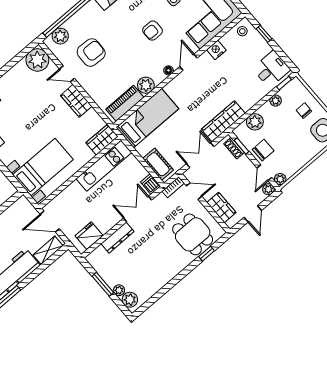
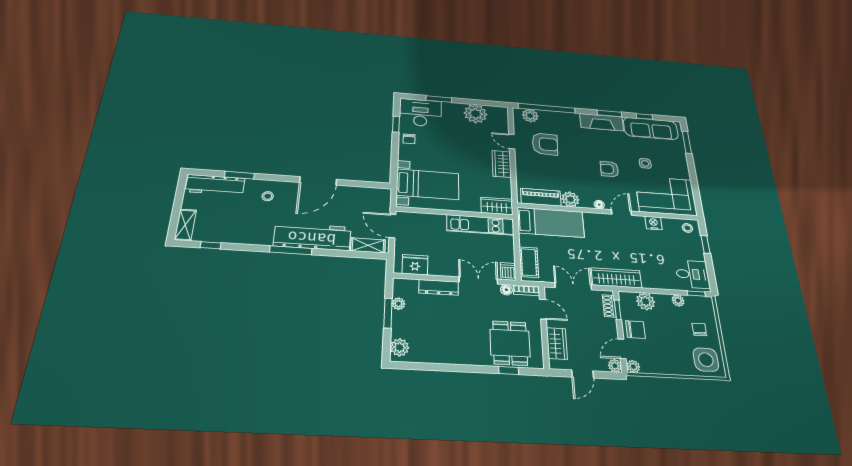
plant: (37, 60) -> (475, 114), moved
floor lamp: (160, 199) -> (506, 290), added
plant: (119, 290) -> (399, 304), moved

